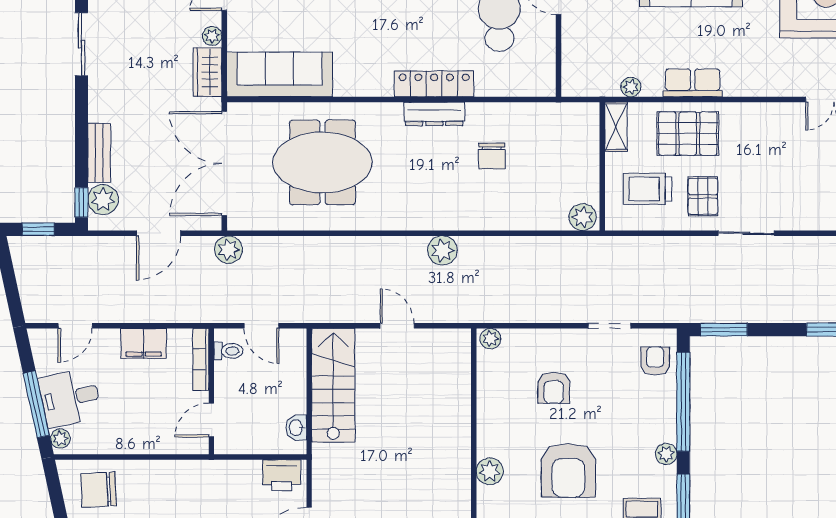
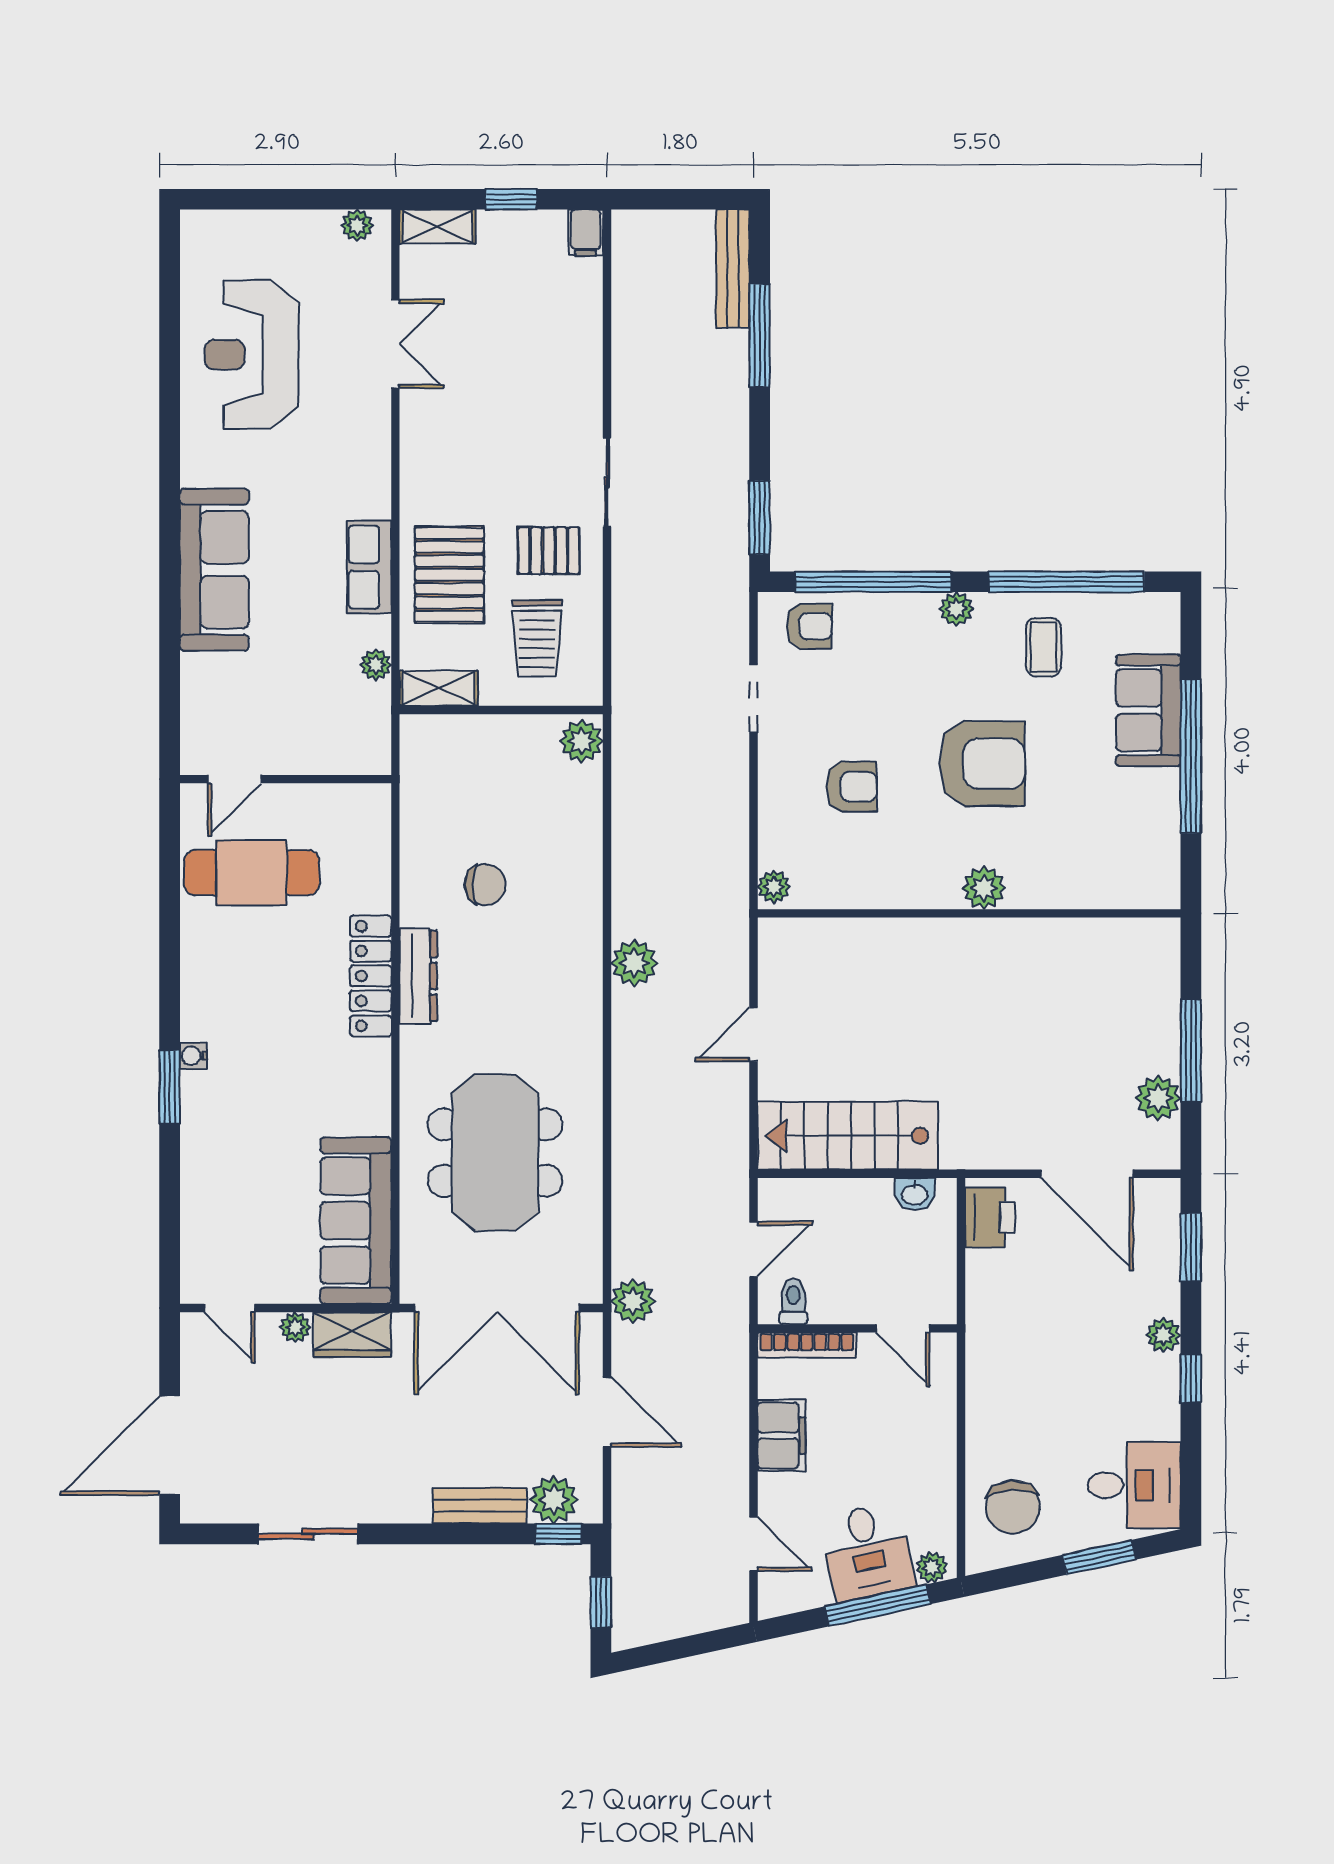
armchair: (655, 361) -> (809, 626), turned 180

